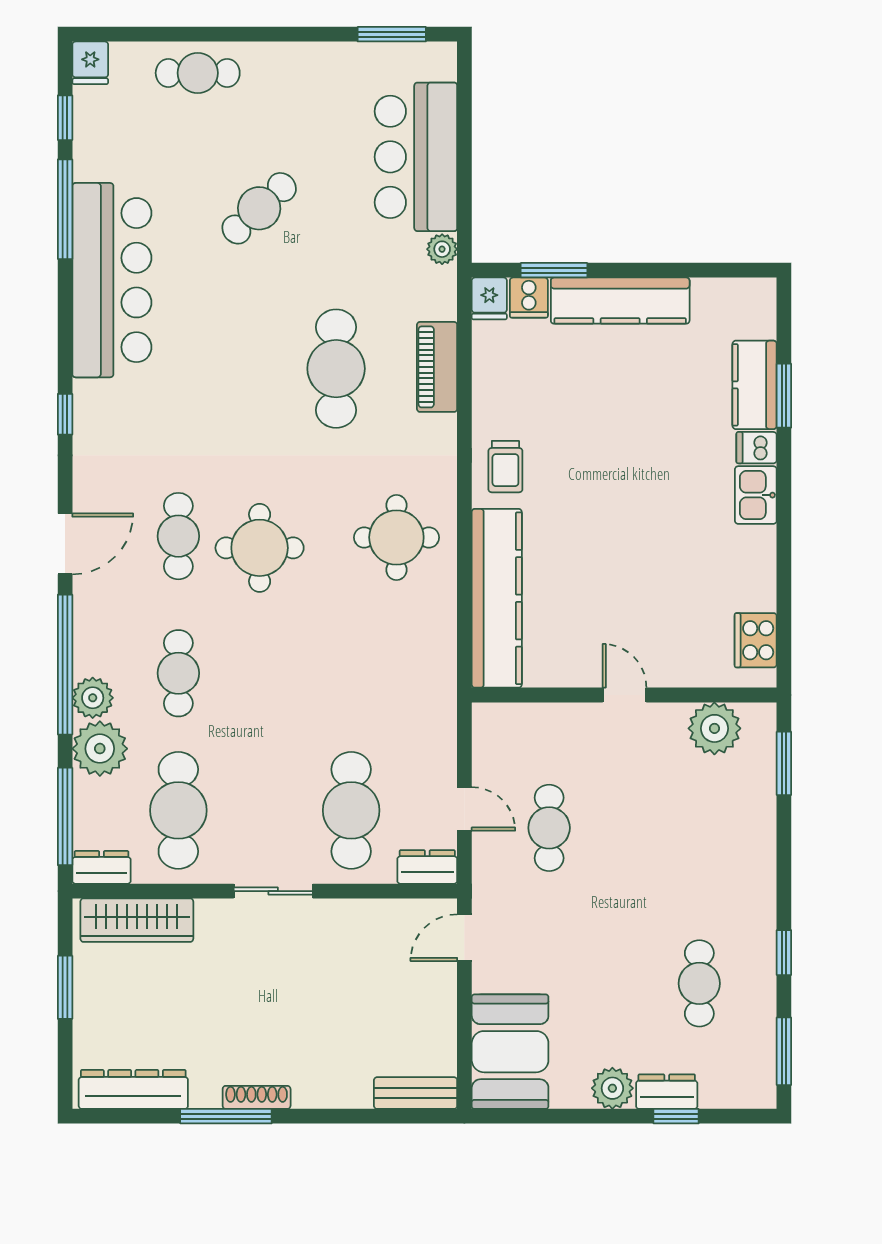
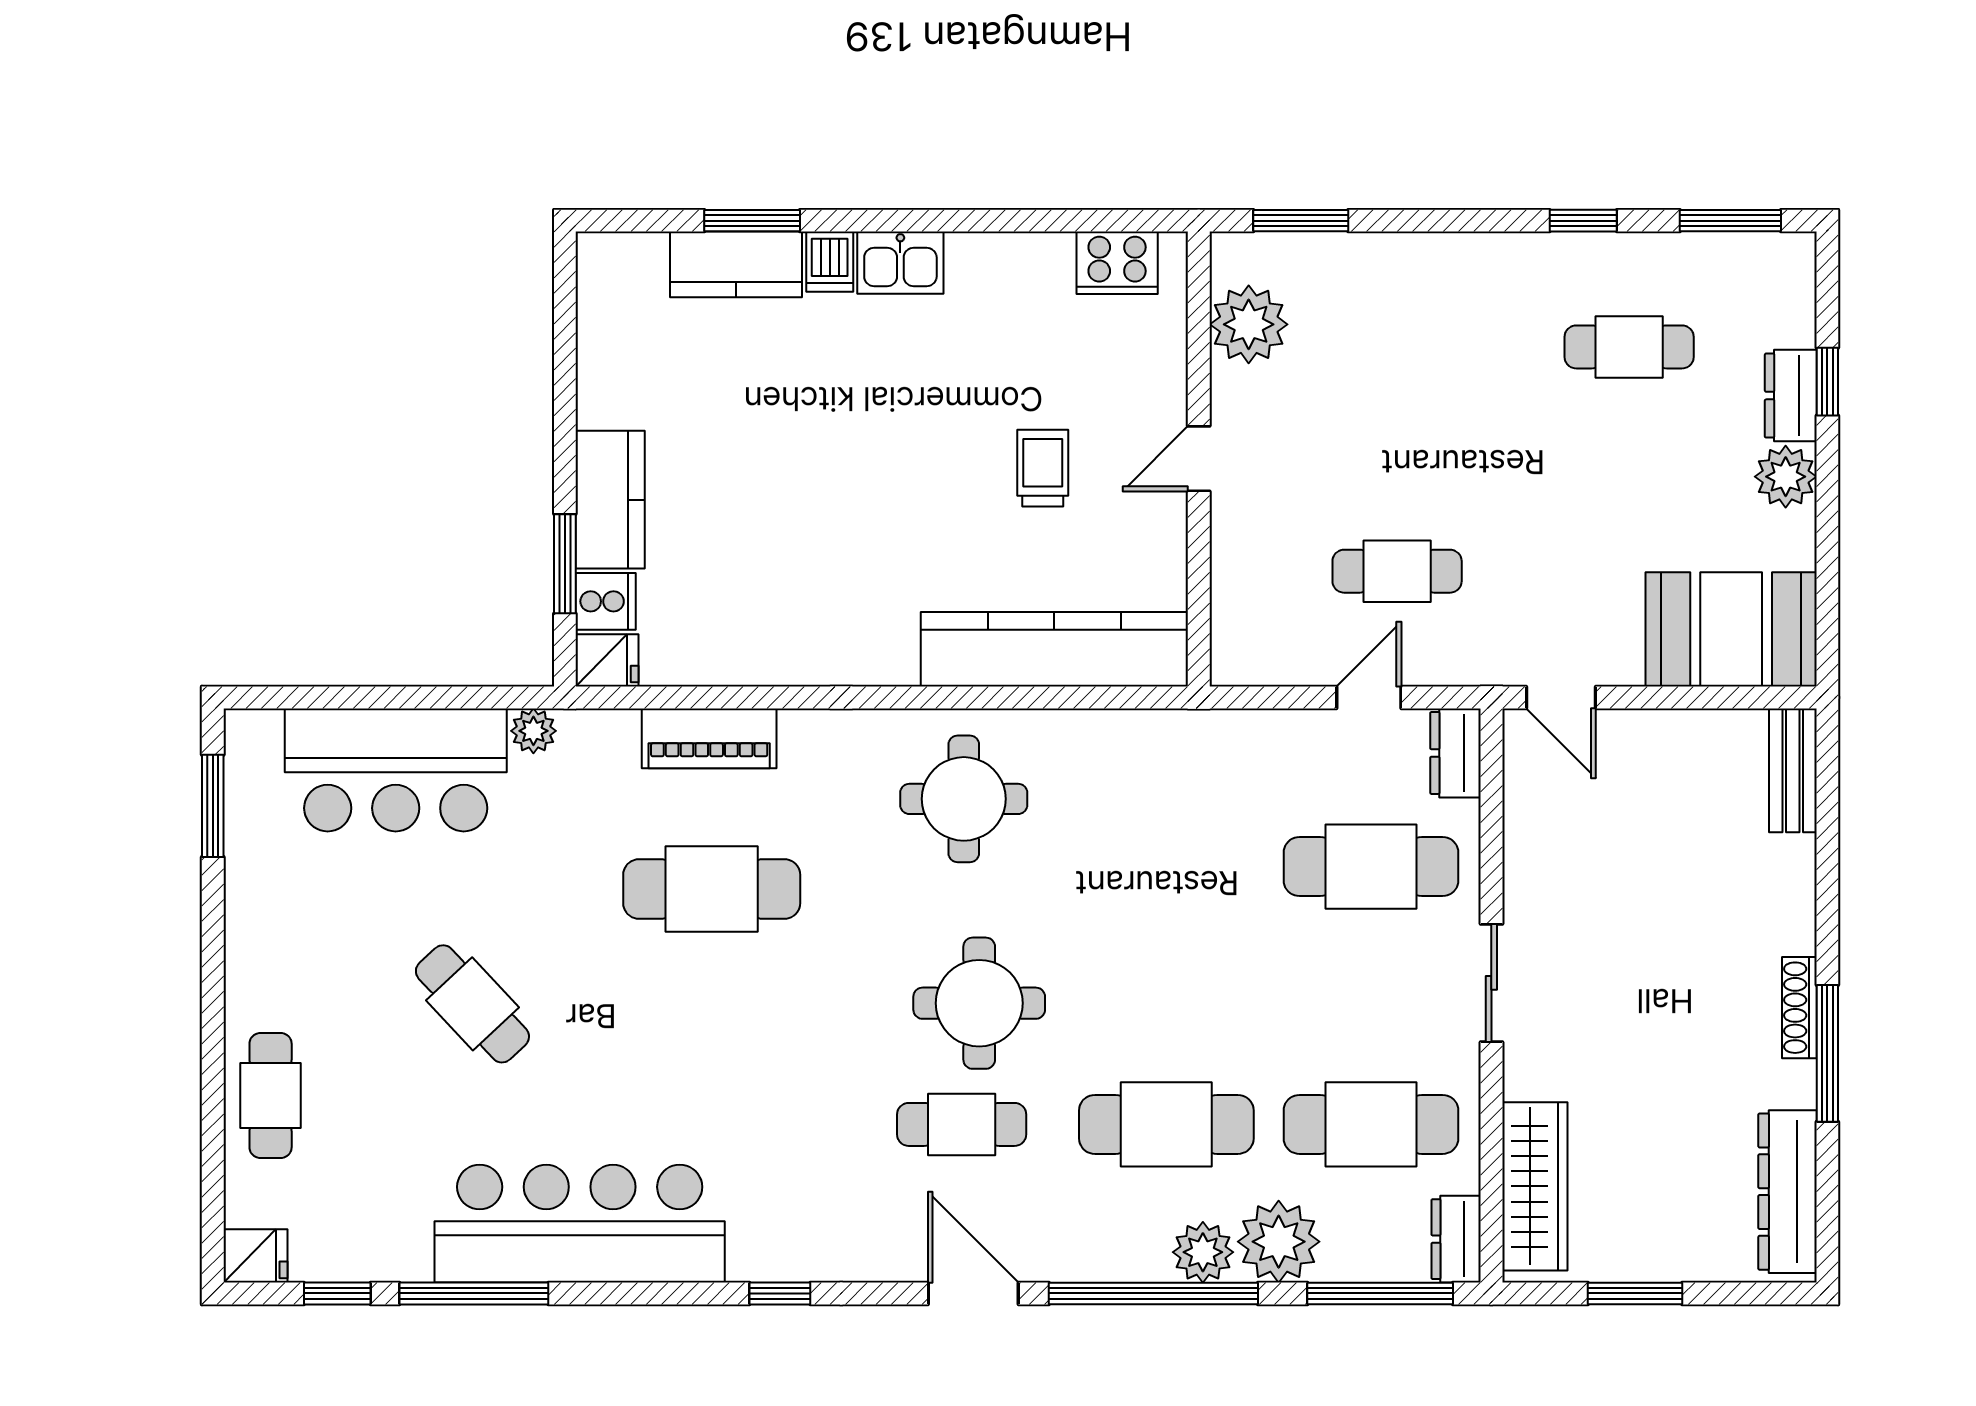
kitchen counter: (620, 301) -> (610, 500), width x0.67
trolley: (505, 467) -> (1043, 468), moved, turned -90
cafe table: (178, 673) -> (1166, 1124), width x1.37, depth x1.35

